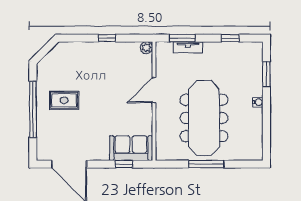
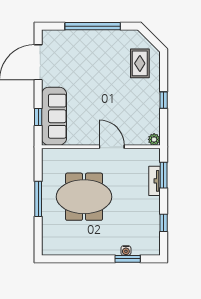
rug: (64, 100) -> (140, 63), moved
water cooler: (258, 102) -> (126, 251), moved
meeting table: (204, 118) -> (84, 197), width x0.73
sofa: (131, 148) -> (54, 116), width x1.36

